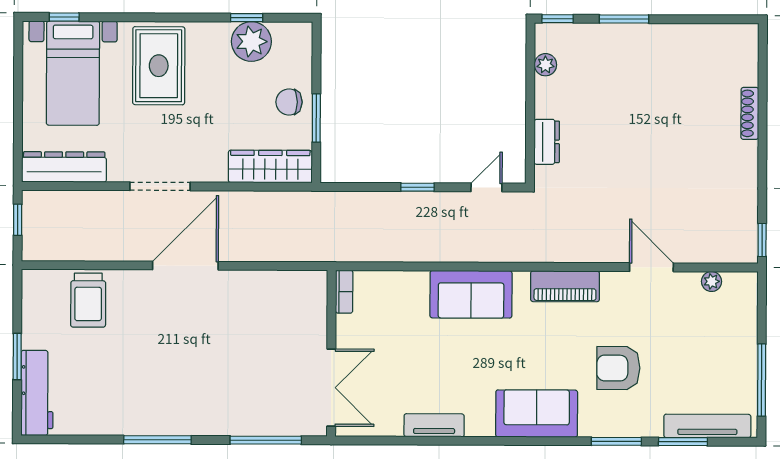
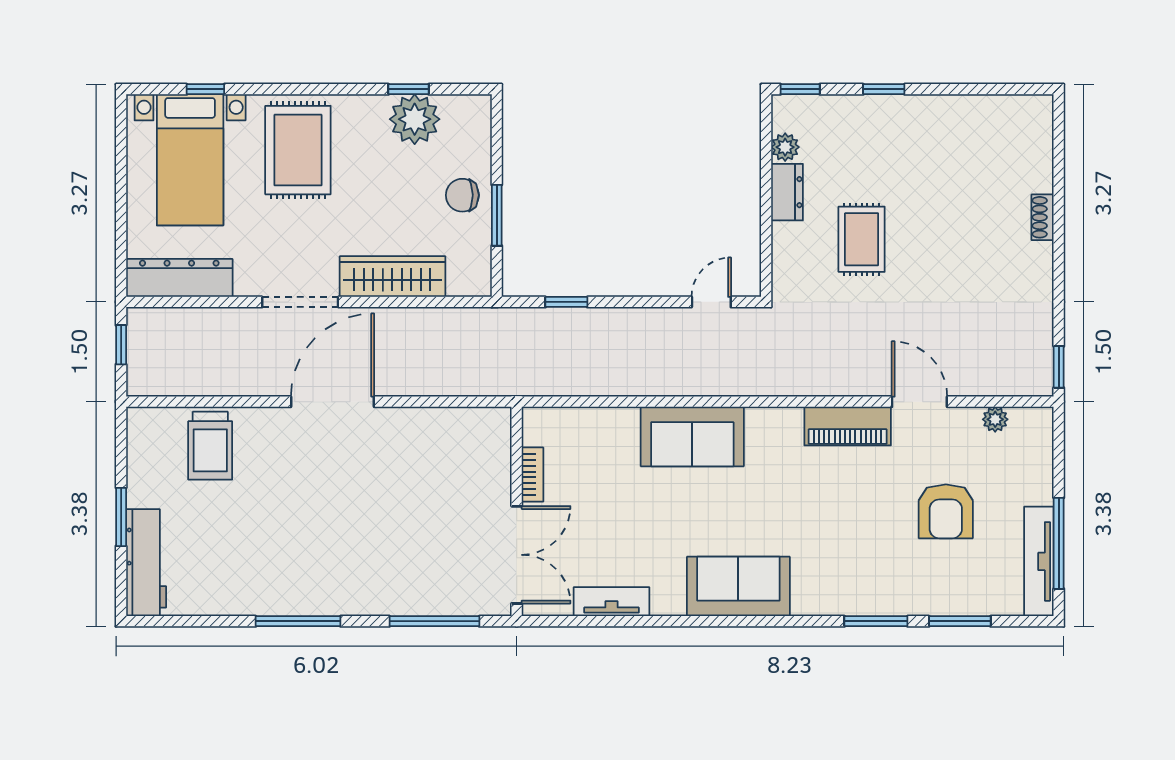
window: (64, 17) -> (205, 89), moved
window: (624, 19) -> (884, 89), width x0.67
shoe rack: (750, 113) -> (1043, 217), width x0.70
rug: (606, 138) -> (862, 239), added
dresser: (547, 142) -> (787, 192), moved
wardrobe: (270, 167) -> (392, 277), moved
window: (418, 187) -> (566, 302), moved
piano: (565, 286) -> (848, 426), moved
bookcase: (344, 292) -> (533, 475), moved
armchair: (618, 368) -> (946, 511), moved, turned -90
sofa: (537, 414) -> (738, 586), moved
tv unit: (434, 425) -> (611, 602), moved
tv unit: (707, 426) -> (1039, 561), moved, turned -90

